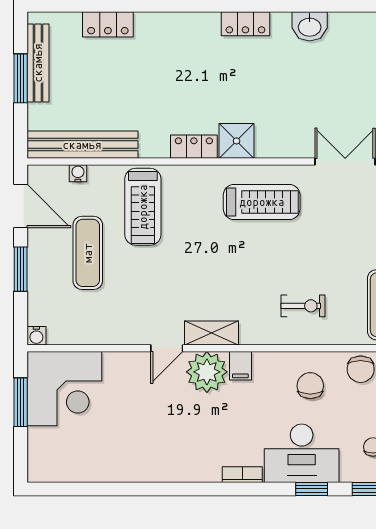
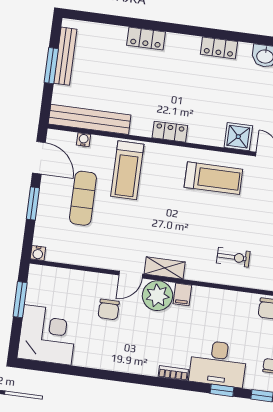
locker: (108, 24) -> (146, 39), moved
shower: (237, 141) -> (238, 137), moved
chair: (310, 386) -> (109, 309), moved, turned 180
corner desk: (64, 389) -> (48, 335), moved, turned -90

